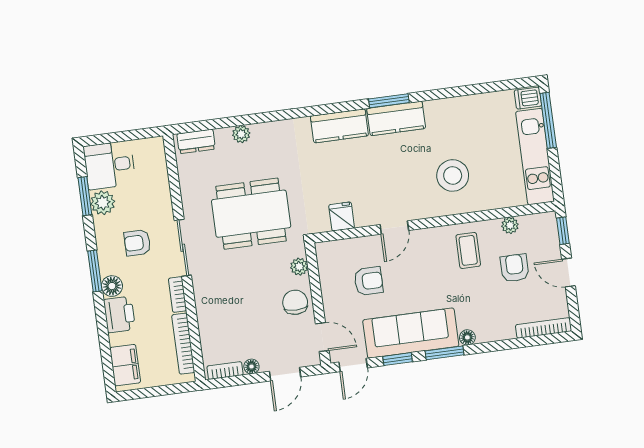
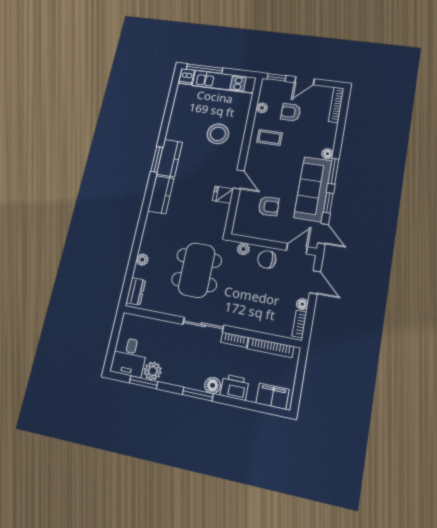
fridge: (342, 216) -> (223, 195), moved
armchair: (137, 243) -> (189, 356), removed
armchair: (369, 281) -> (269, 206), turned 87

